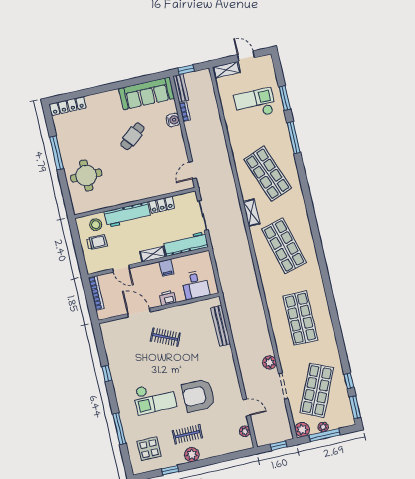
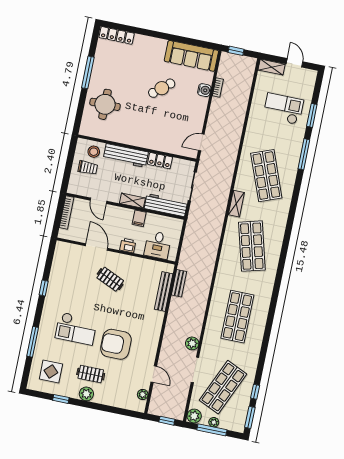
bench: (181, 88) -> (179, 283), moved

